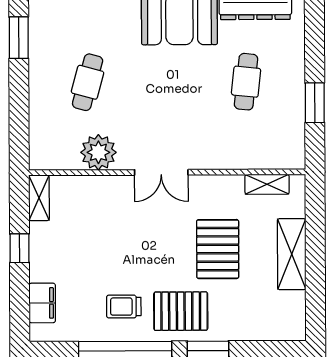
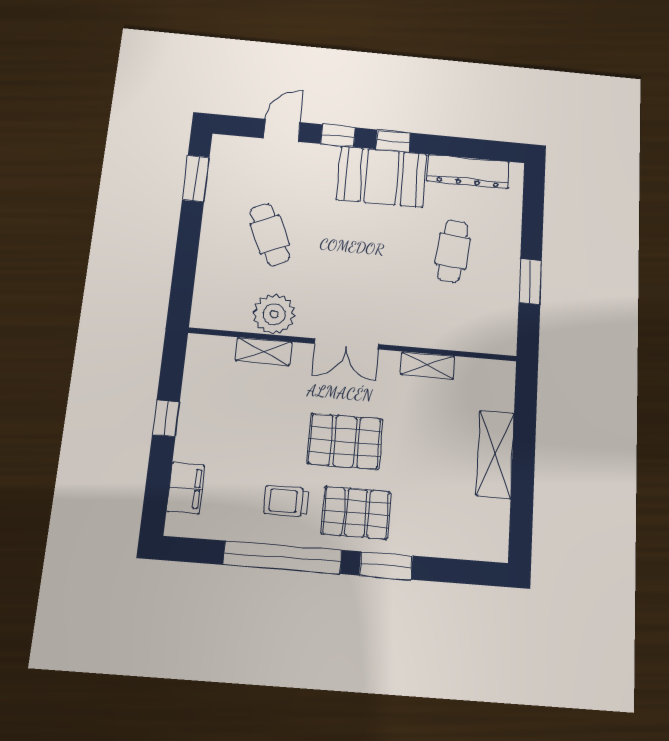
cafe table: (88, 82) -> (270, 234), turned -39
shelving: (267, 184) -> (428, 365), moved
shelving: (39, 198) -> (264, 351), moved, turned 90
pallet: (218, 249) -> (345, 441), moved, turned 90

